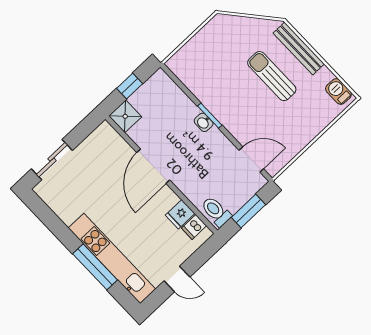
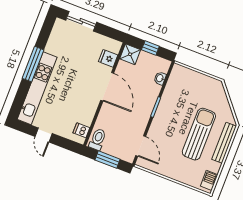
sun lounger: (272, 76) -> (199, 134), width x1.36, depth x1.34
washbasin: (204, 122) -> (160, 78), moved
door: (153, 166) -> (107, 87), swing flipped
fridge: (180, 214) -> (108, 58), moved
window: (95, 267) -> (33, 64), moved

